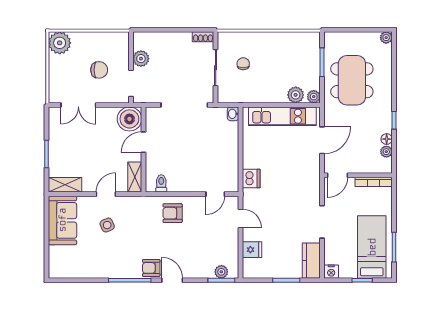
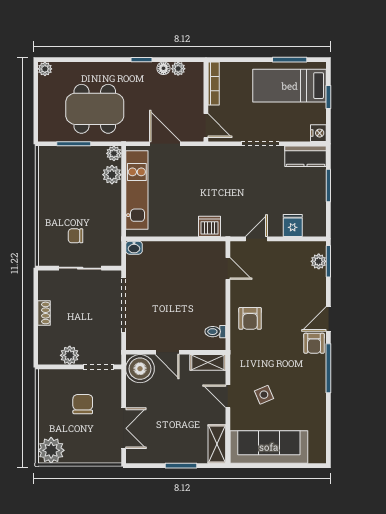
shoe rack: (203, 37) -> (44, 313), moved
sofa: (62, 220) -> (269, 447), width x1.36

